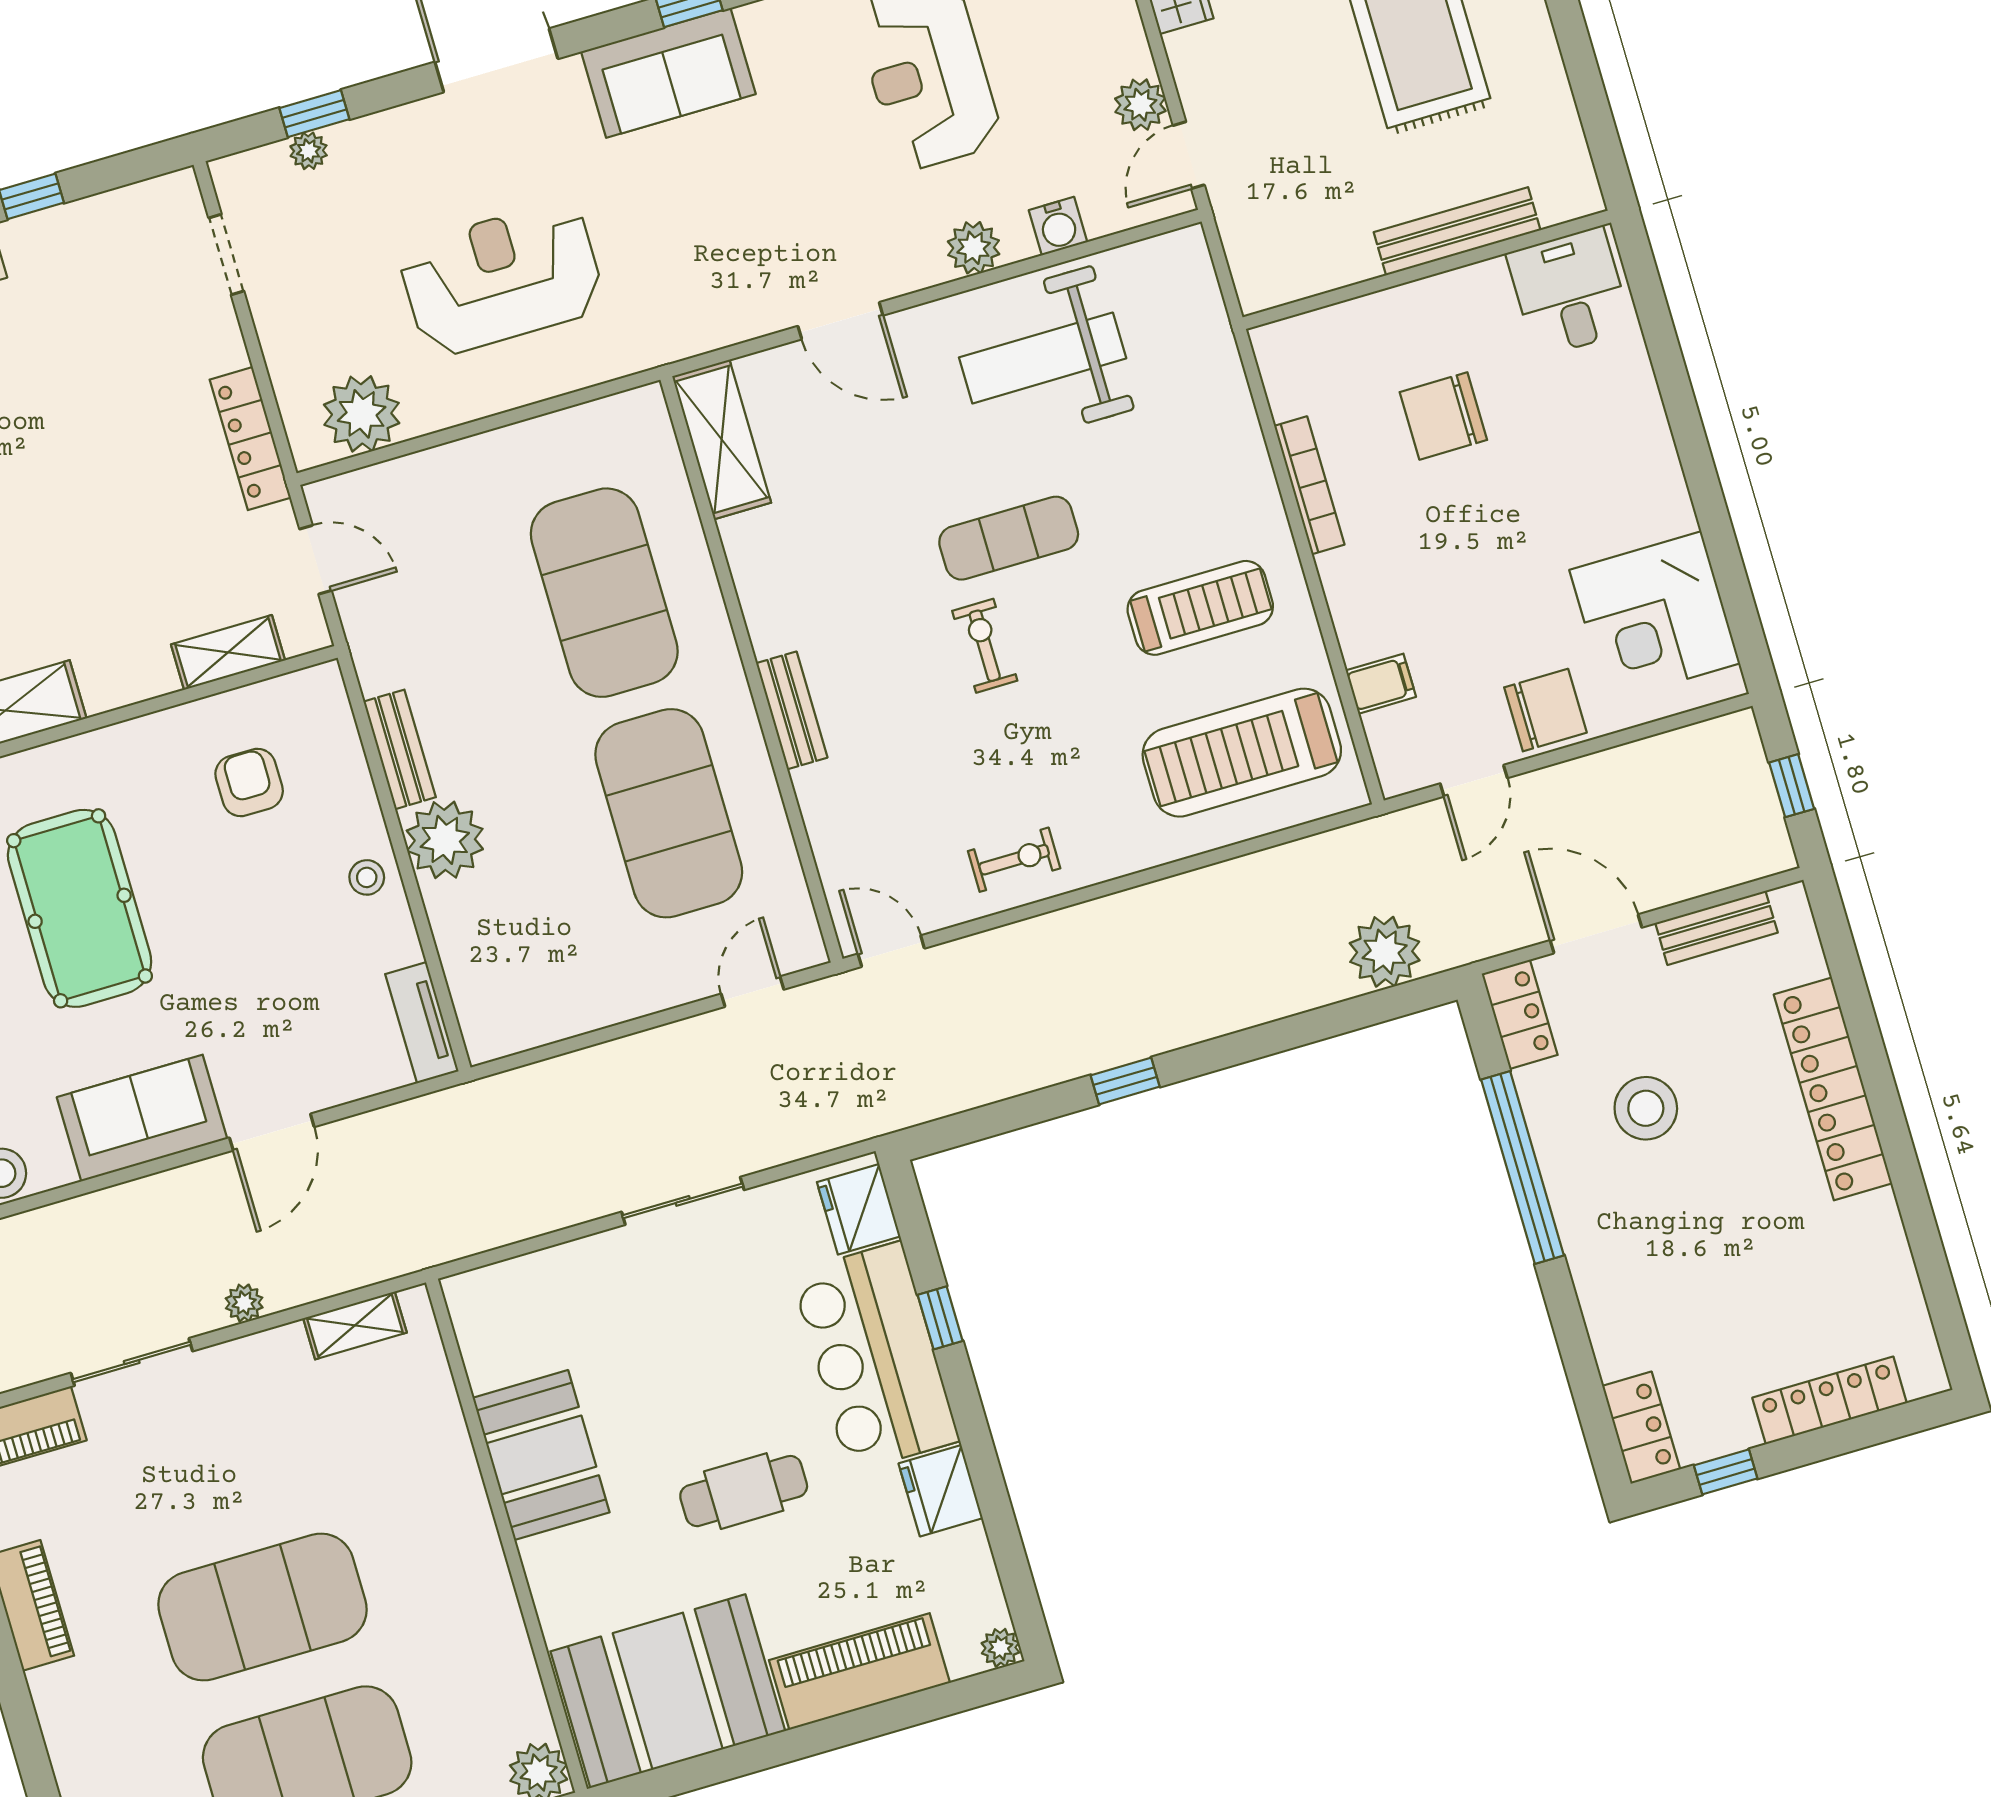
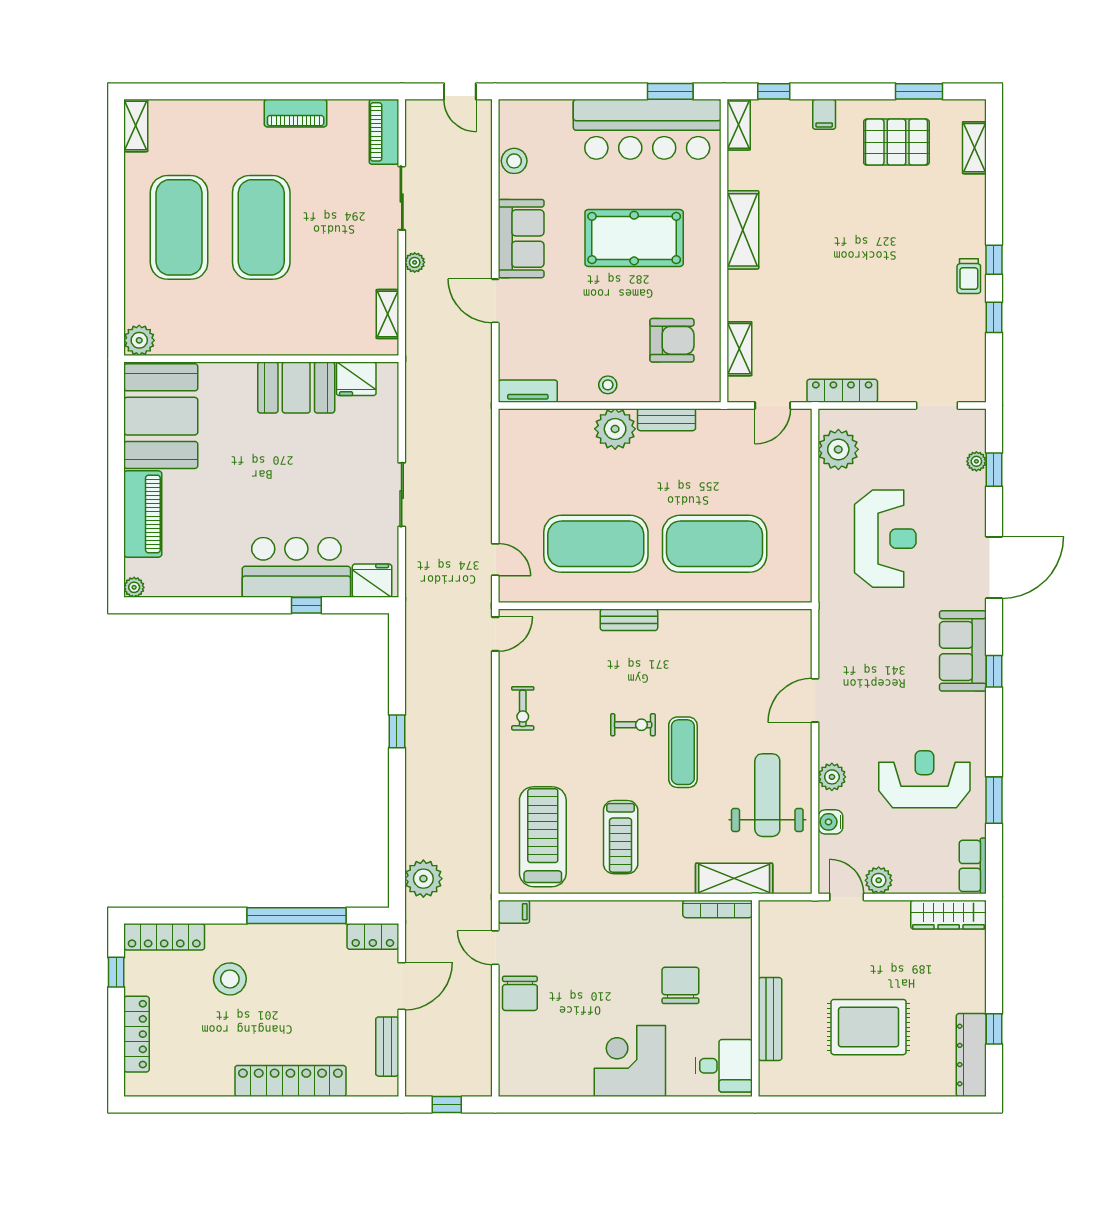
shelving: (722, 439) -> (734, 878), moved
bookcase: (1309, 485) -> (718, 909), moved
corner desk: (1655, 617) -> (630, 1061), moved
filing cabinet: (1381, 684) -> (514, 912), moved, turned -90
armchair: (249, 783) -> (672, 340), width x1.38, depth x1.38
stool: (1646, 1108) -> (230, 979), moved
locker: (1641, 1428) -> (164, 937), width x1.53
cafe table: (744, 1491) -> (249, 483), removed
fridge: (941, 1491) -> (356, 379), moved, turned 180

